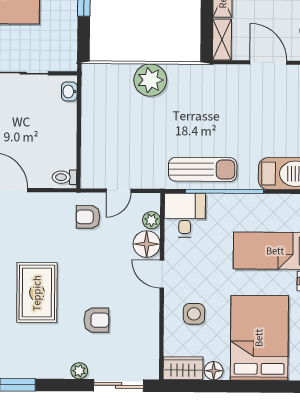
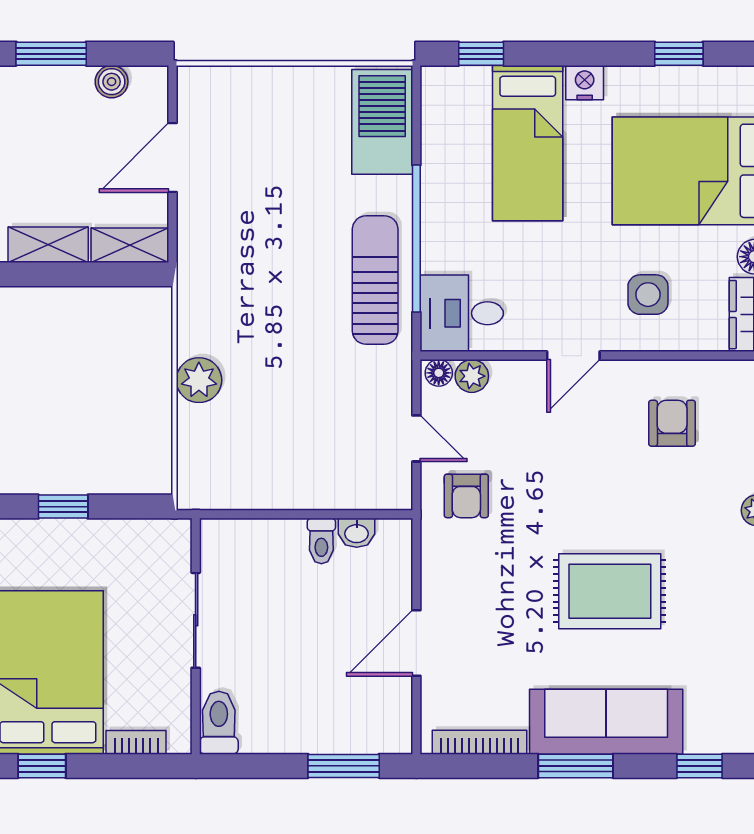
plant: (150, 80) -> (199, 380), width x0.73, depth x0.73
washbasin: (69, 91) -> (357, 533), moved
toilet: (64, 177) -> (321, 541), moved
floor lamp: (147, 244) -> (439, 373), moved, width x0.53, depth x0.53
armchair: (96, 320) -> (672, 423), moved

